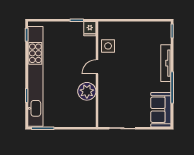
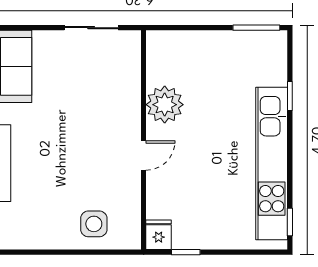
side table: (108, 46) -> (94, 224), moved
kitchen unit: (35, 76) -> (272, 164), width x0.73

